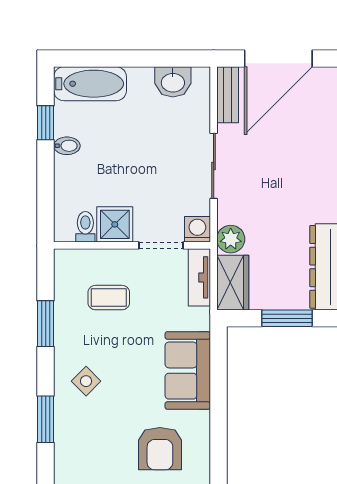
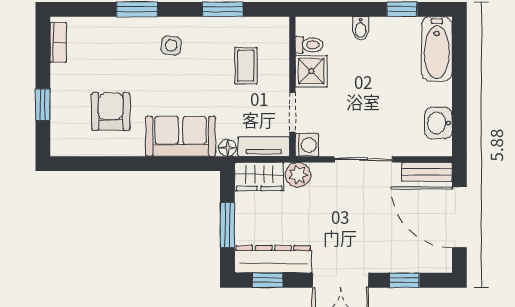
bidet: (67, 146) -> (361, 28), moved
floor lamp: (201, 318) -> (228, 148), added
side table: (86, 381) -> (171, 45), turned -38
armchair: (160, 449) -> (111, 111), turned 90

